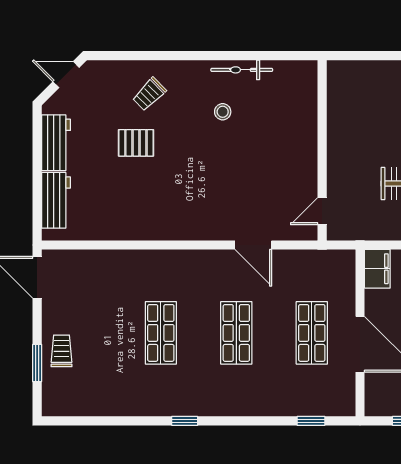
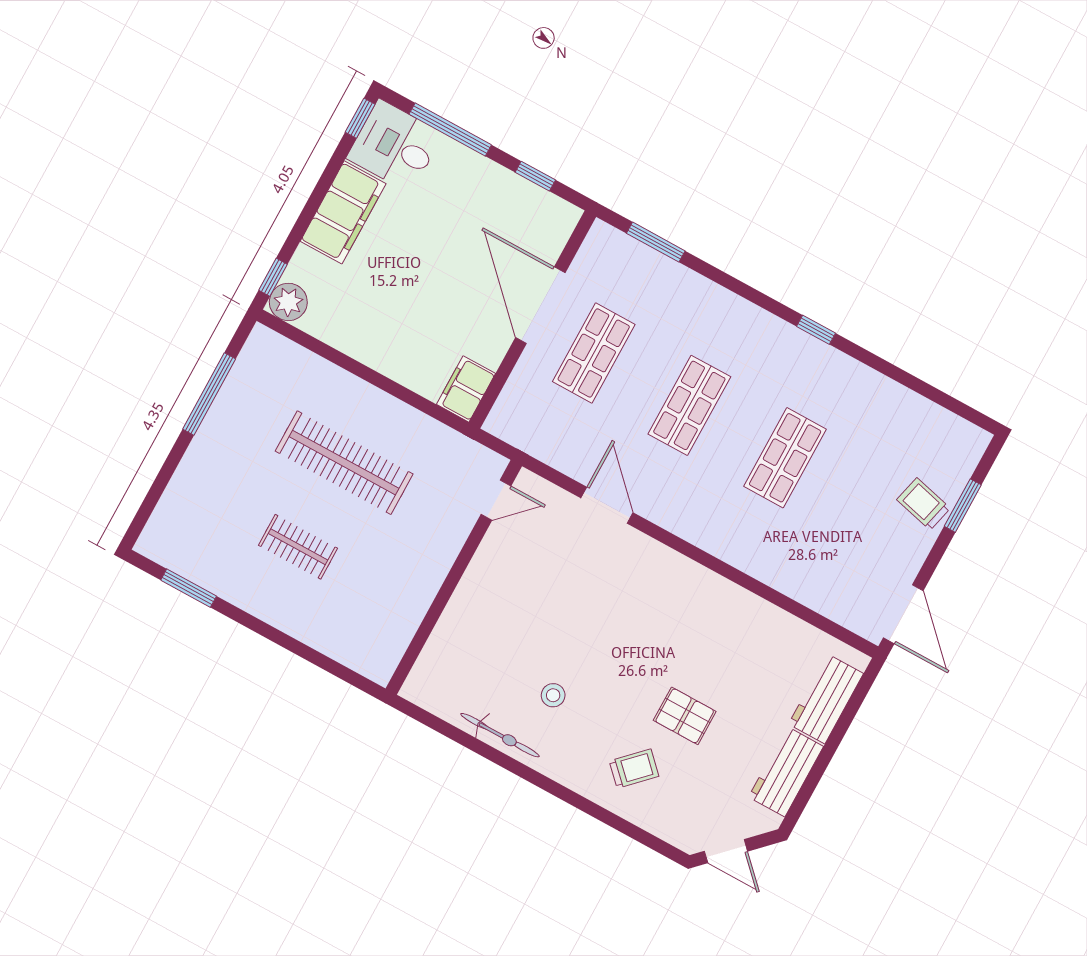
trolley: (62, 351) -> (923, 504), turned 104
window: (311, 421) -> (656, 242), width x1.50

